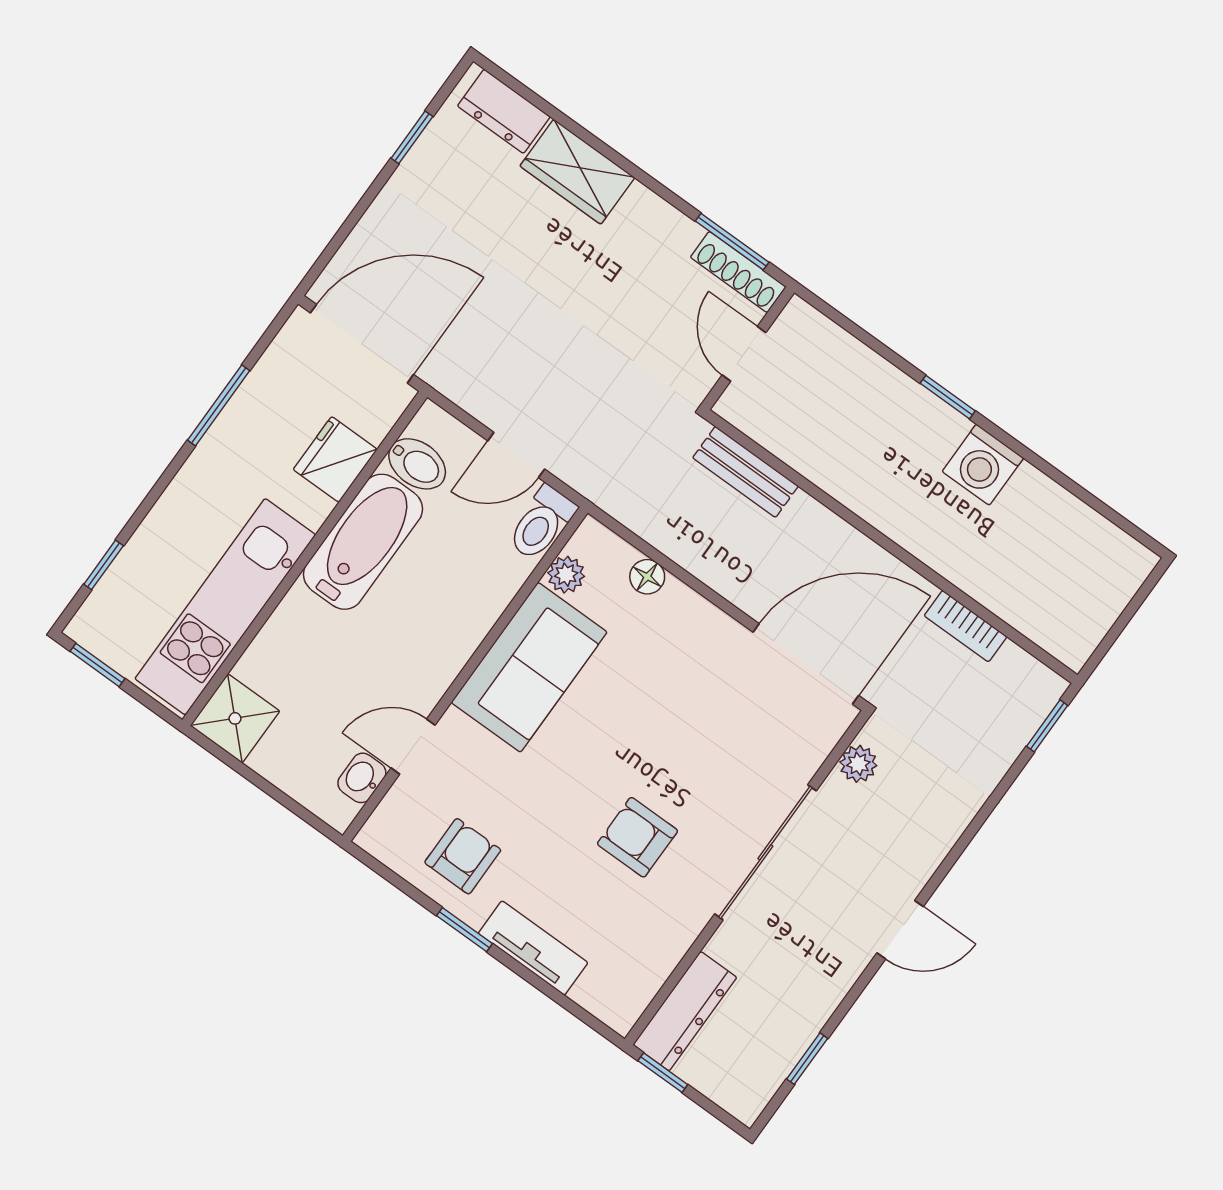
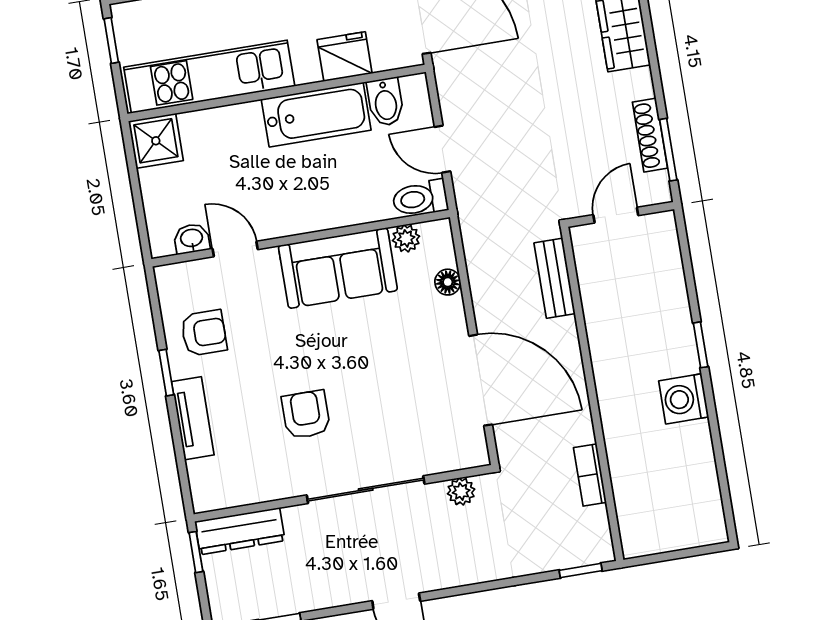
shoe rack: (738, 272) -> (650, 135), moved
door: (806, 664) -> (481, 380), moved

